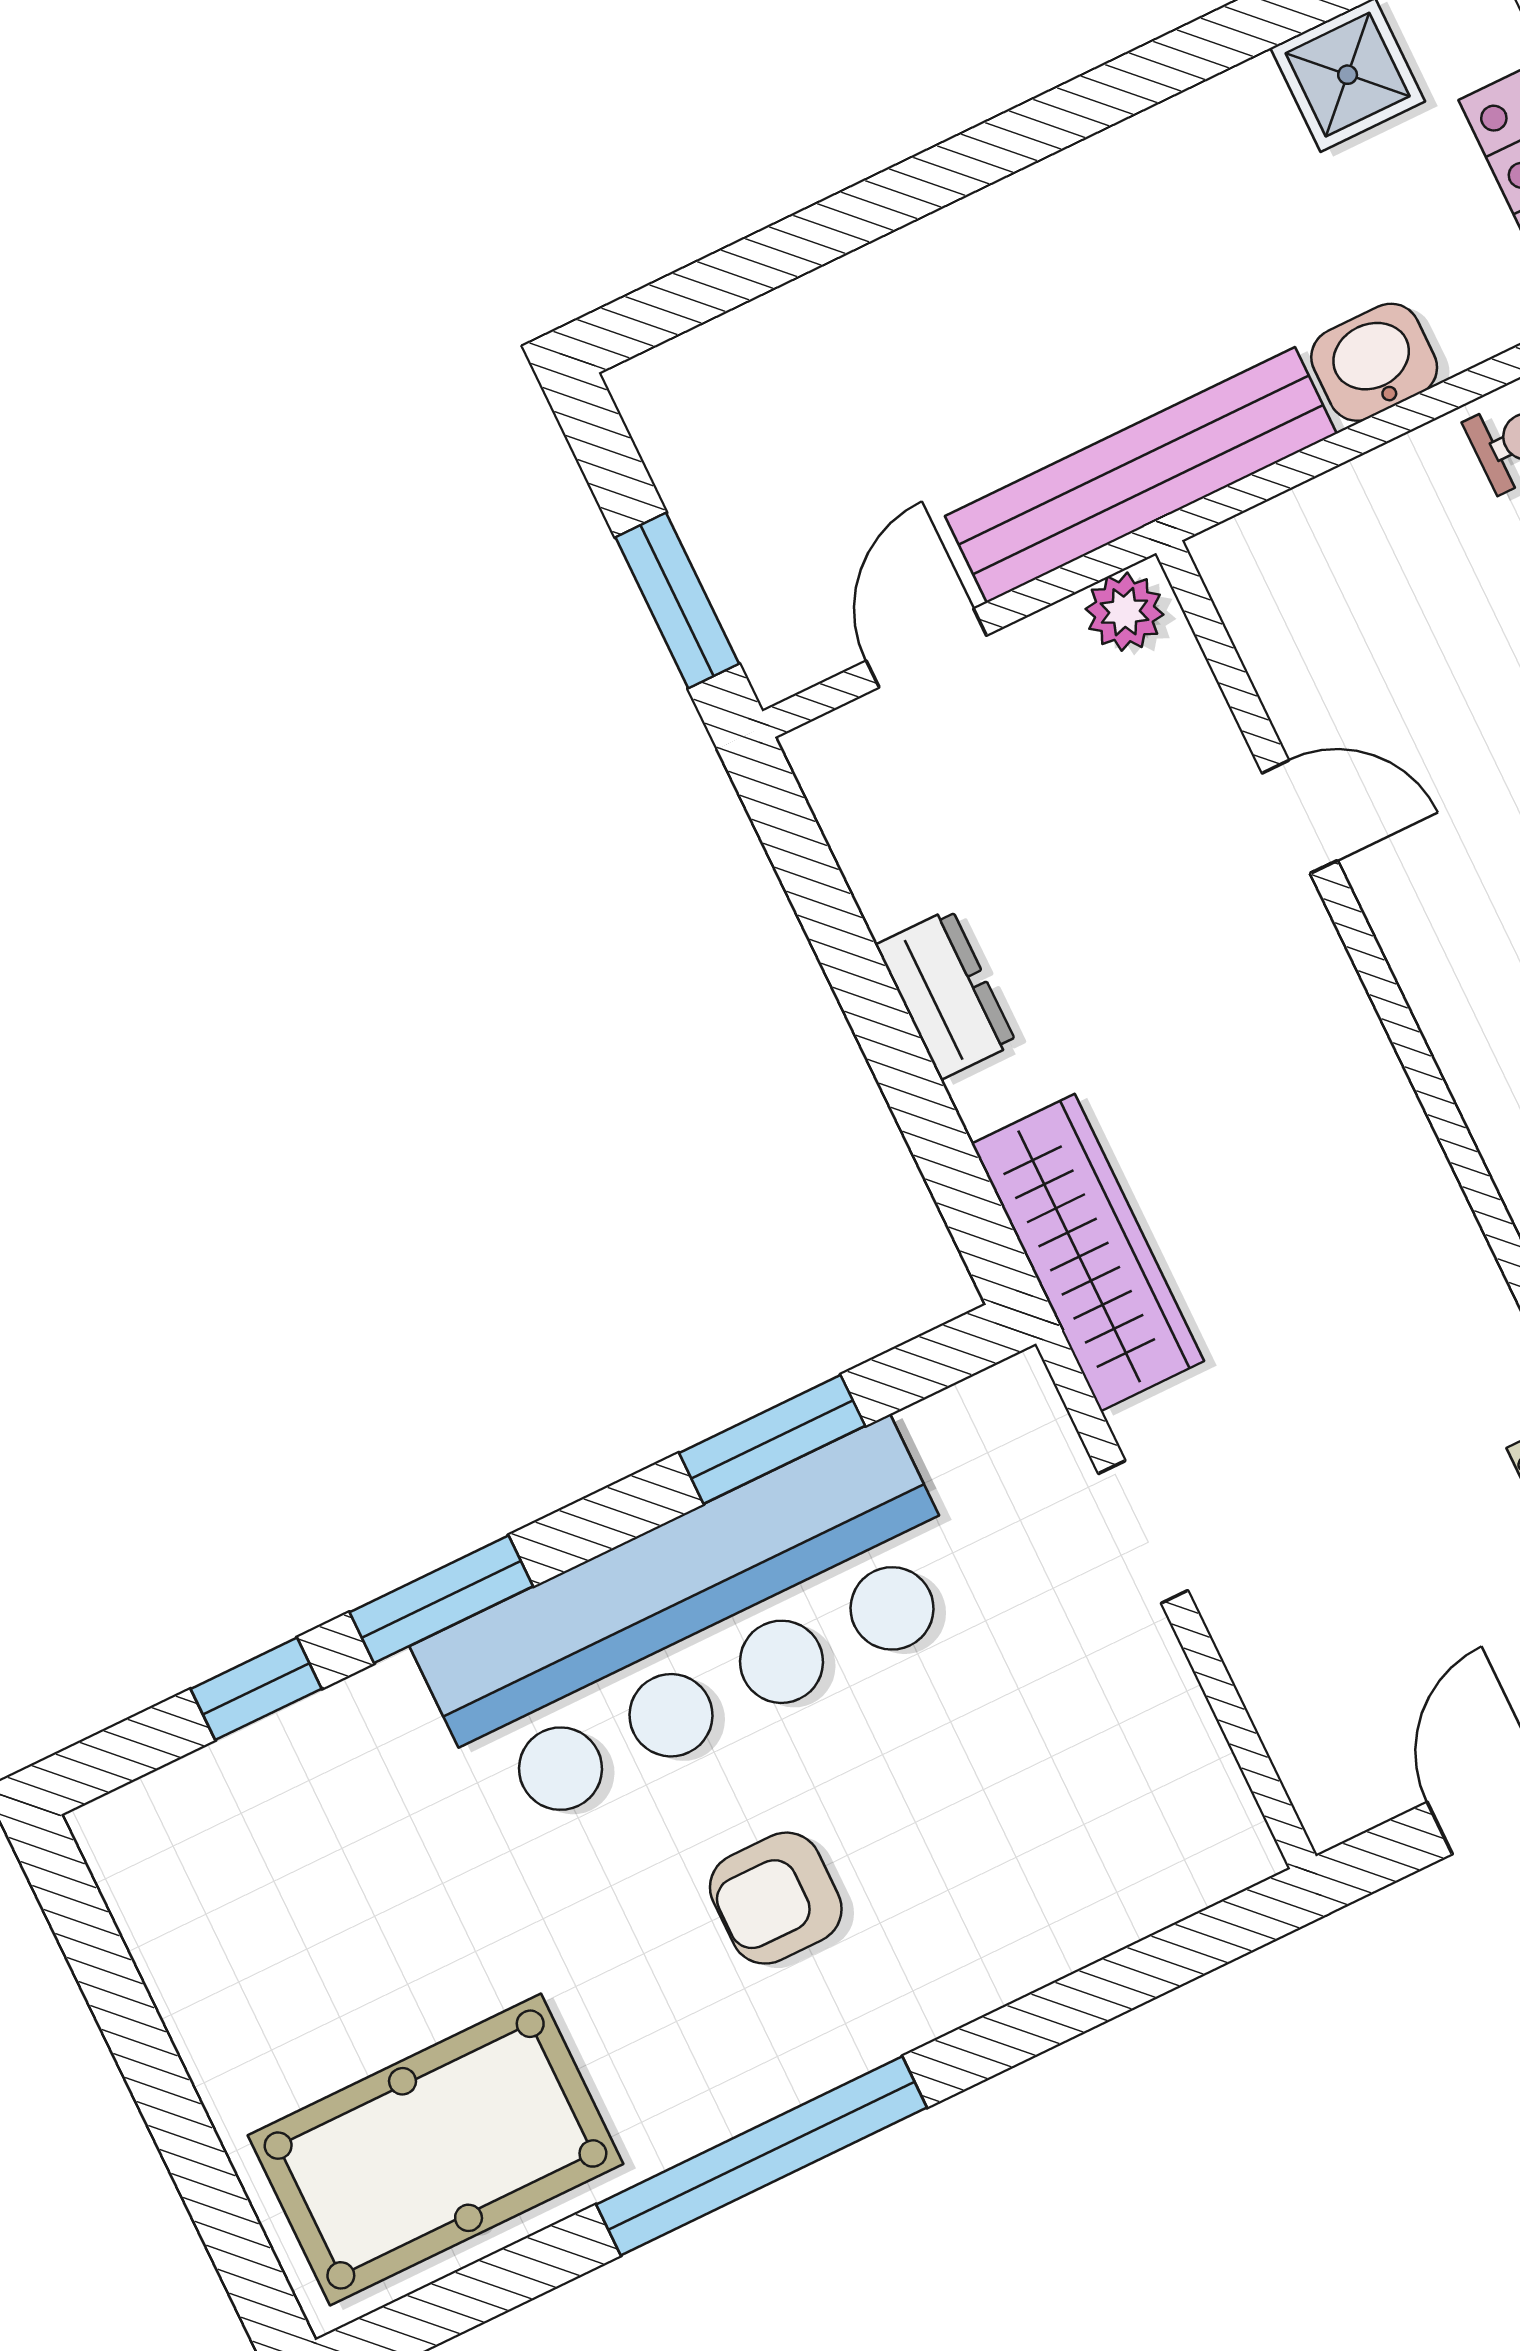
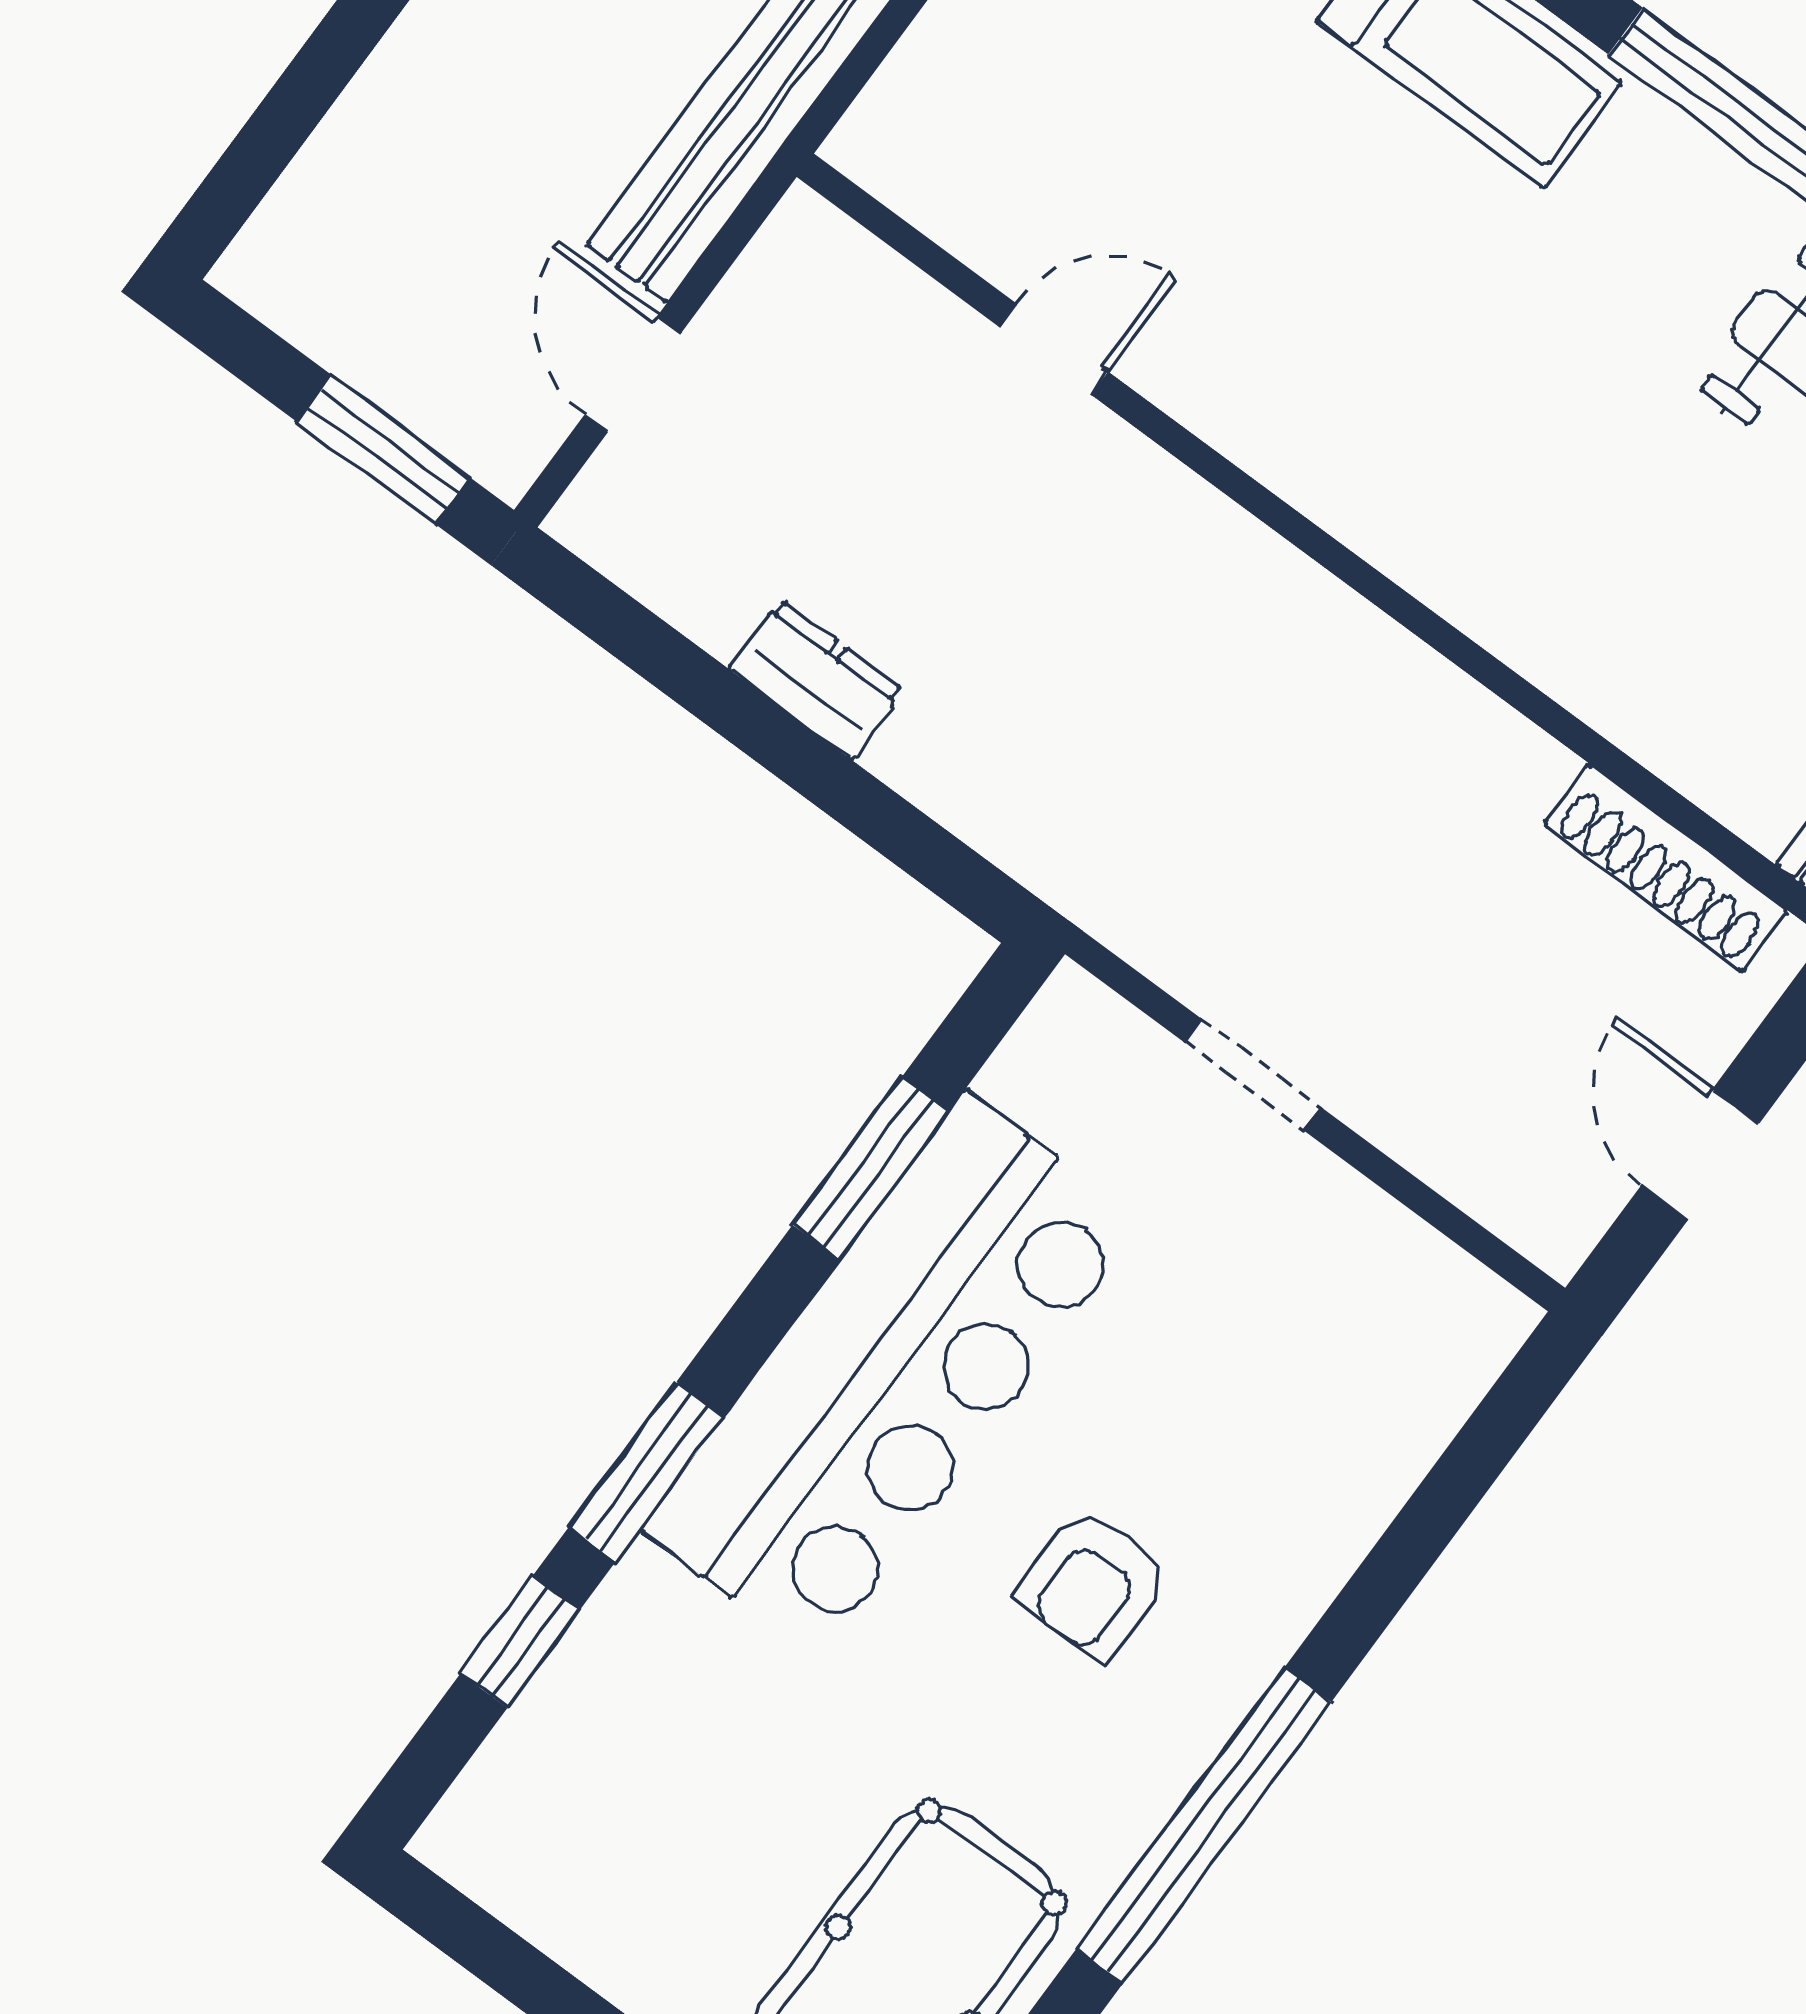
plant: (1124, 612) -> (796, 246), removed
wardrobe: (1088, 1252) -> (1069, 847), removed

